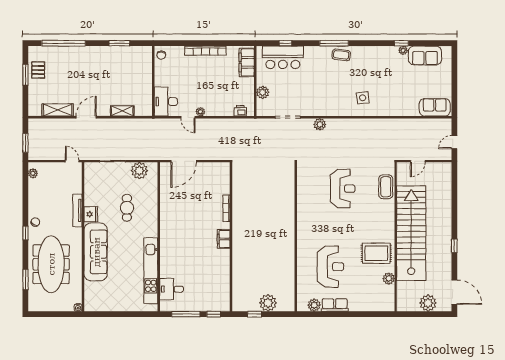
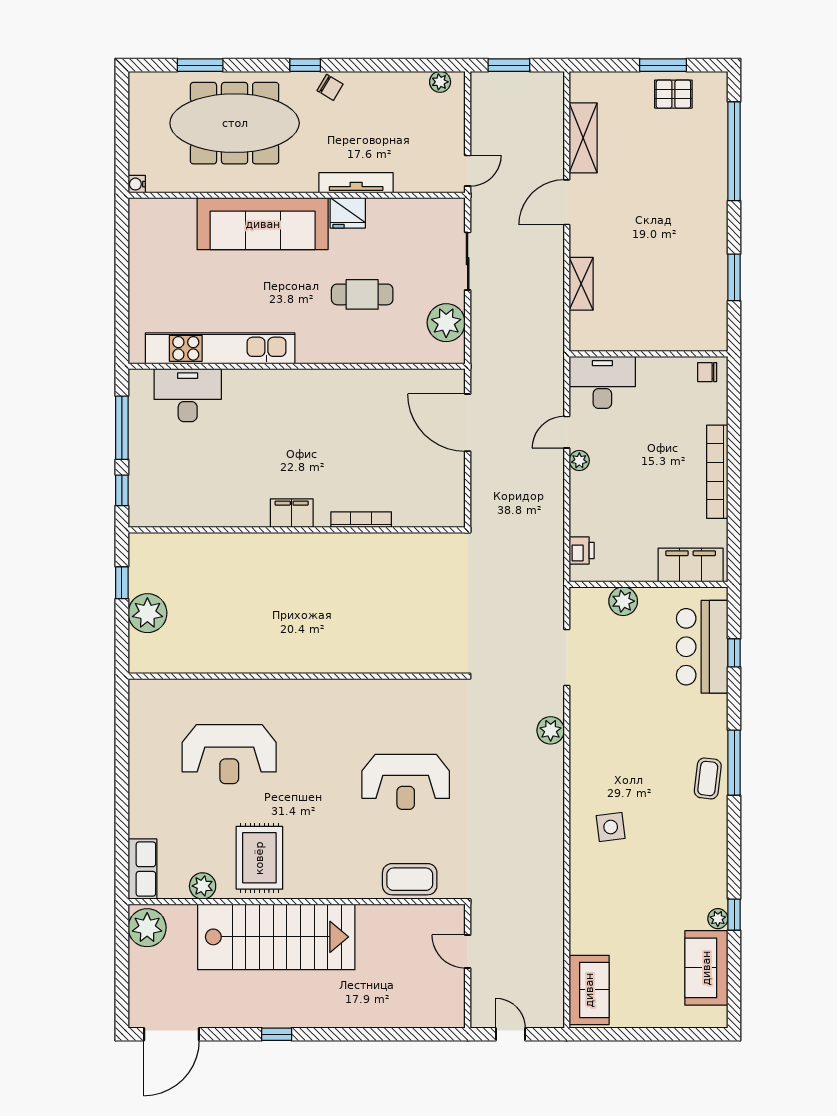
door: (86, 117) -> (567, 202), swing flipped
stairs: (411, 233) -> (276, 937), width x0.73
desk: (171, 289) -> (188, 395), width x1.37
plant: (428, 303) -> (147, 928), moved
plant: (314, 305) -> (142, 718), removed
row of seats: (335, 305) -> (142, 869), moved

